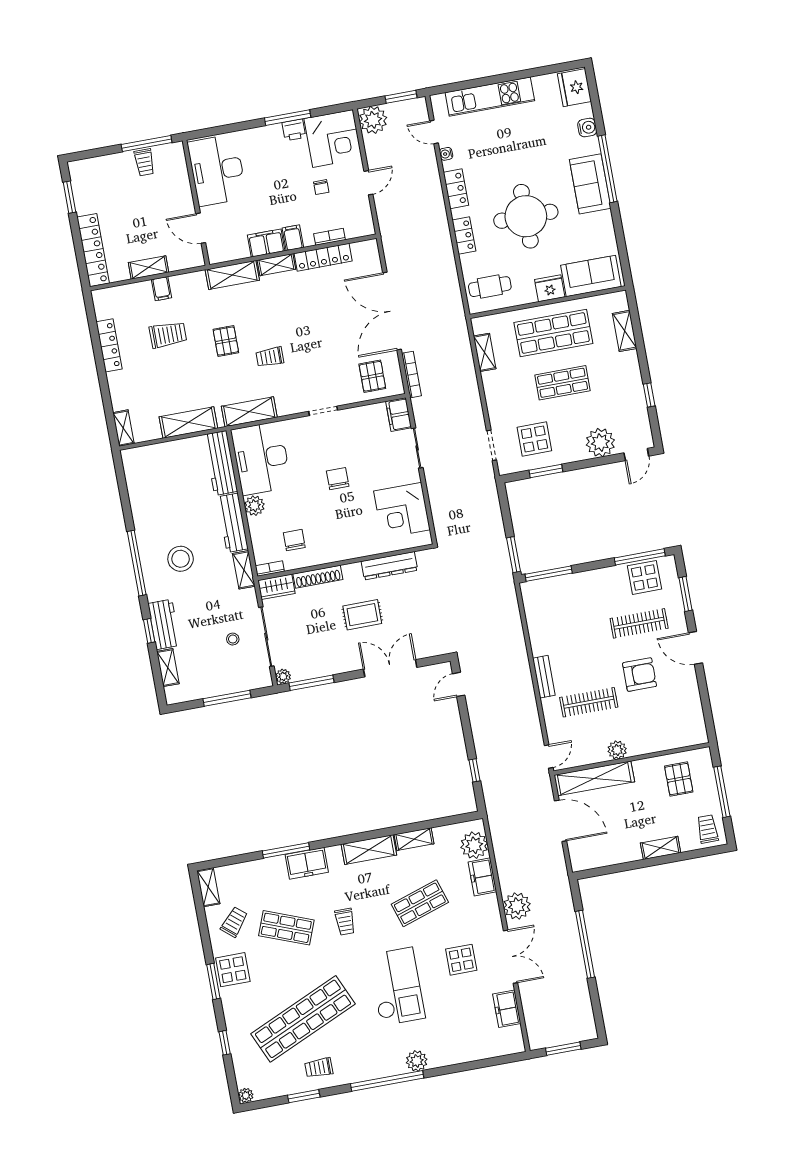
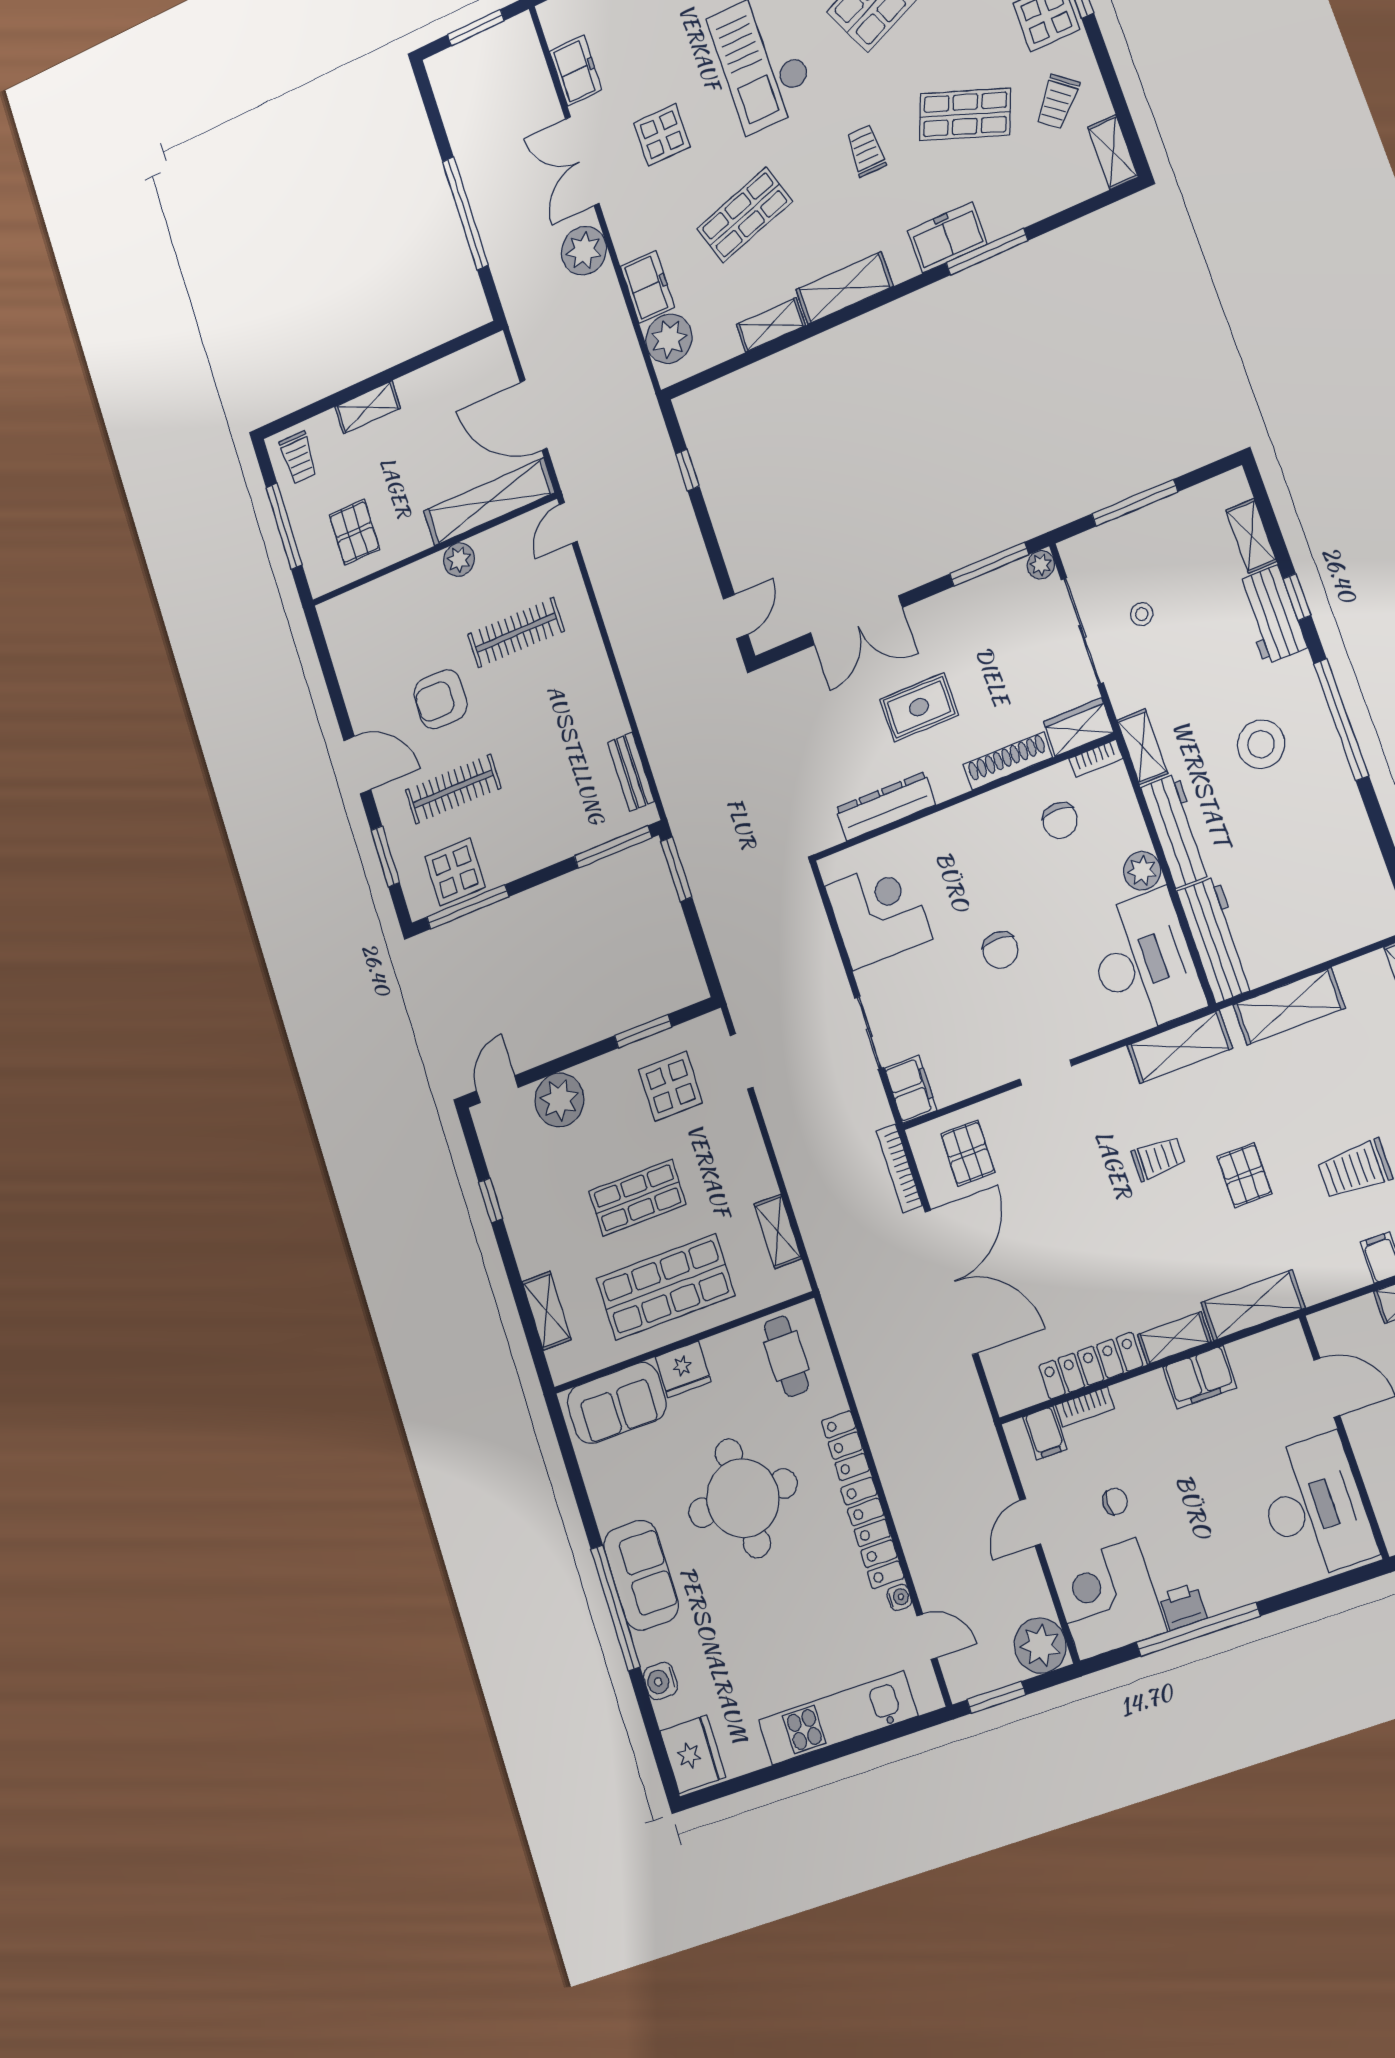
window: (288, 118) -> (1198, 1629), width x1.46
chair: (321, 187) -> (1115, 1501), turned 90
locker: (456, 189) -> (872, 1533), width x1.53
filing cabinet: (293, 238) -> (1045, 1433), moved
cafe table: (490, 287) -> (786, 1356), turned 90
bench: (544, 677) -> (631, 772), moved

